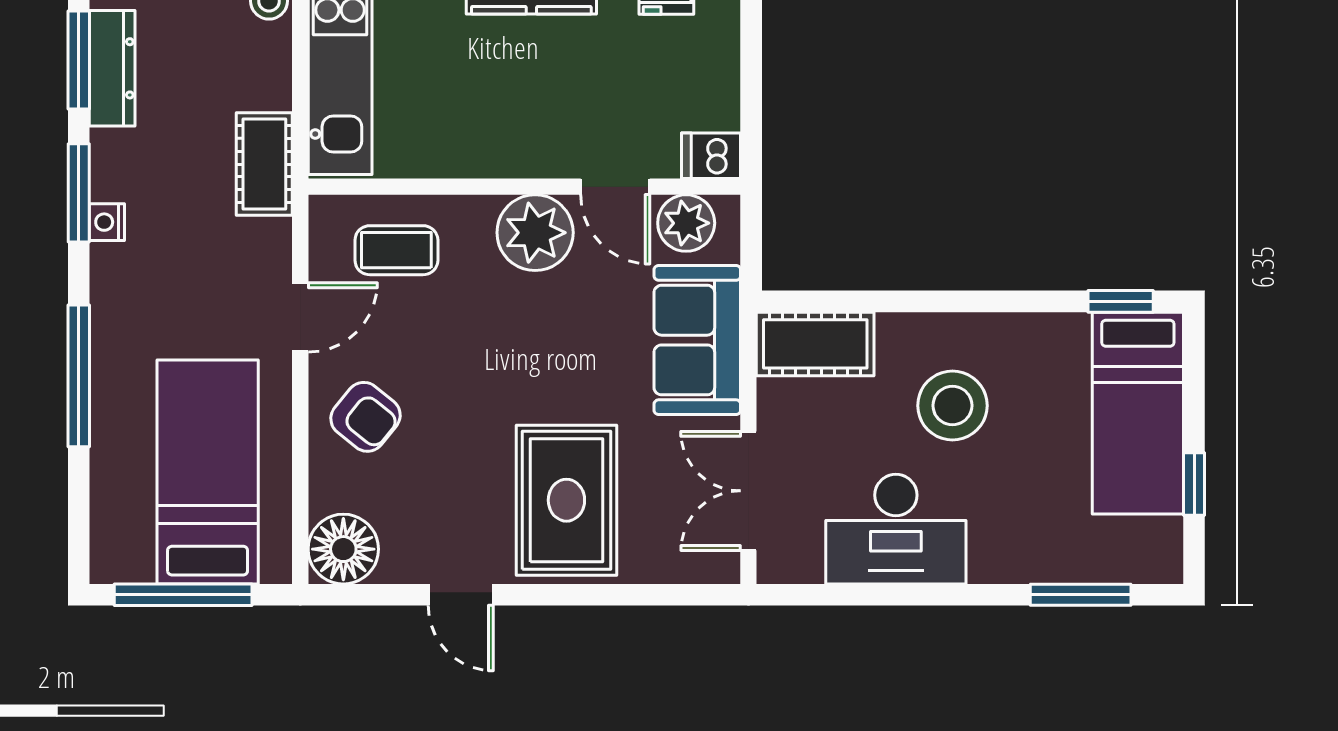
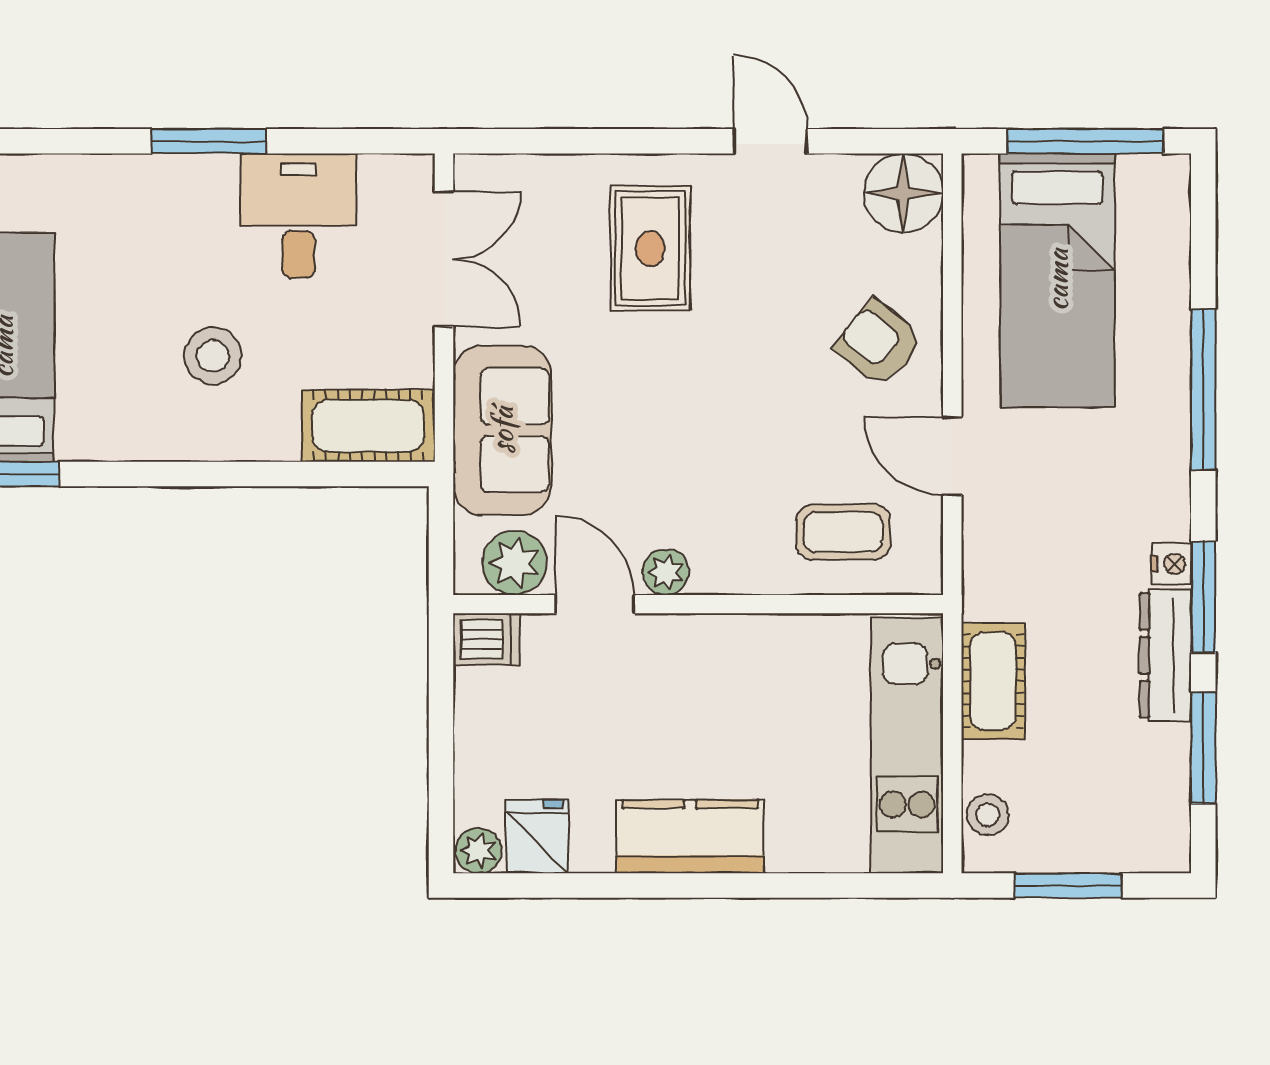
dresser: (112, 68) -> (1166, 655), moved
cot: (264, 164) -> (993, 681), moved
plant: (535, 233) -> (666, 572), width x0.53, depth x0.53
door: (300, 317) -> (952, 456), hinge flipped
stool: (952, 406) -> (213, 356), width x0.73, depth x0.73
rug: (566, 500) -> (650, 249), width x0.73, depth x0.70
desk: (896, 529) -> (298, 216), width x0.73
window: (1081, 595) -> (209, 141), moved

